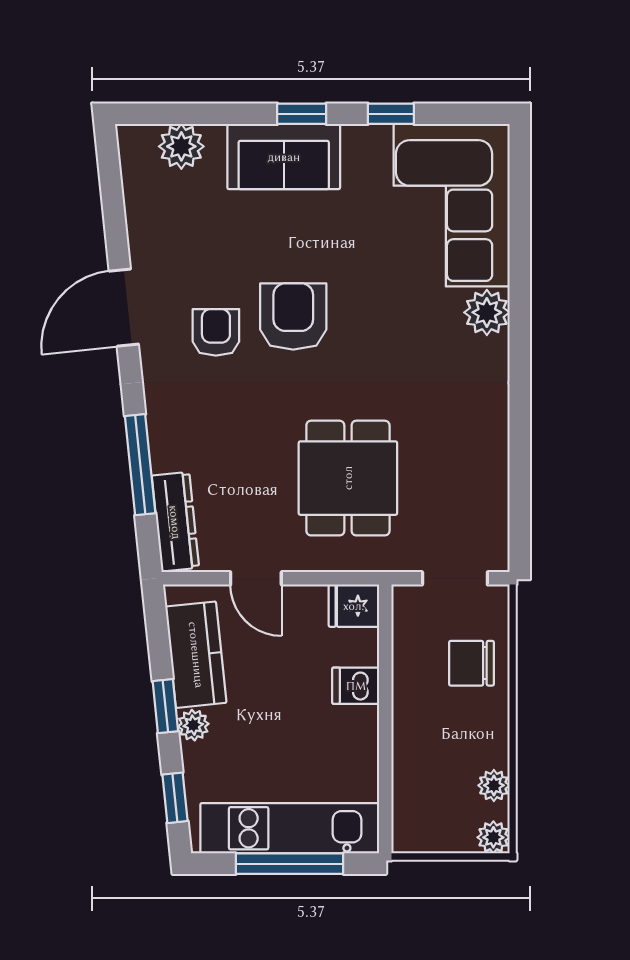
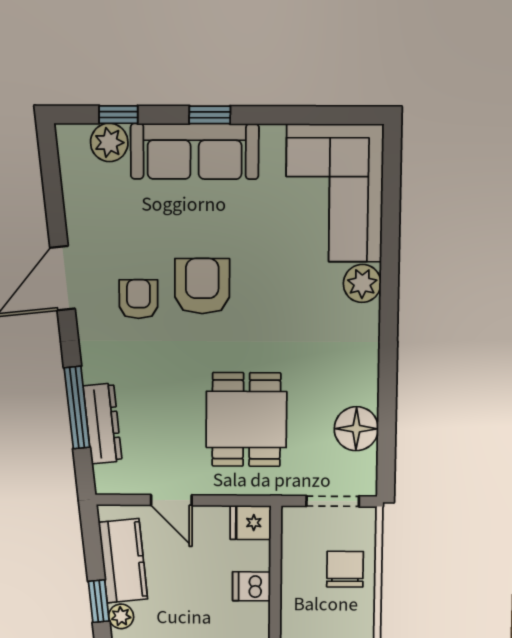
window: (391, 114) -> (118, 115), moved
sofa: (284, 157) -> (195, 151), width x1.36
floor lamp: (483, 489) -> (356, 429), added
dresser: (175, 522) -> (103, 424), moved
chair: (472, 663) -> (345, 569), turned 90

